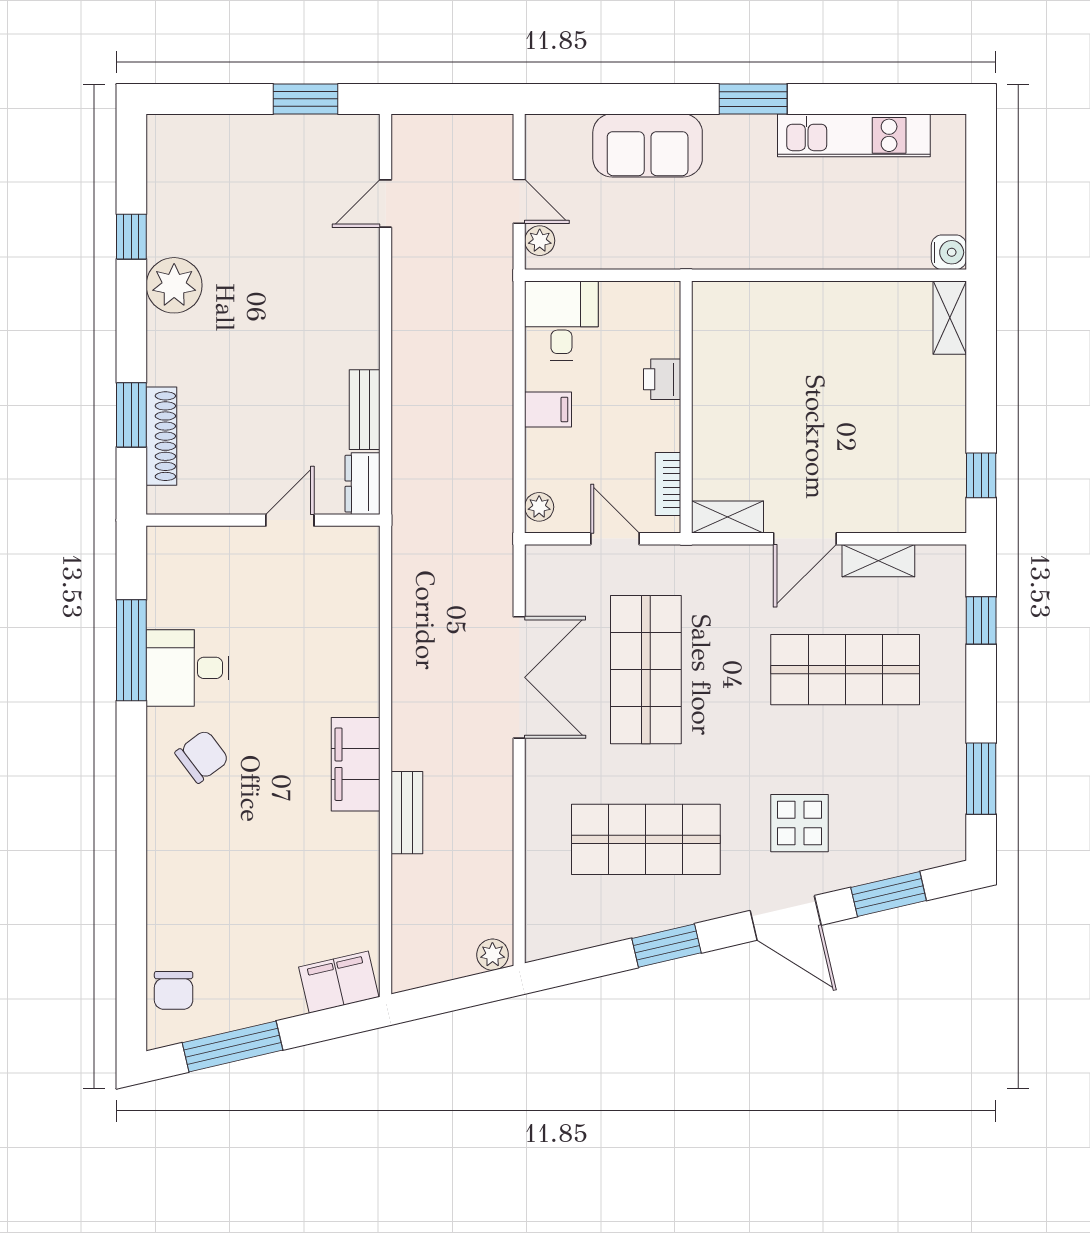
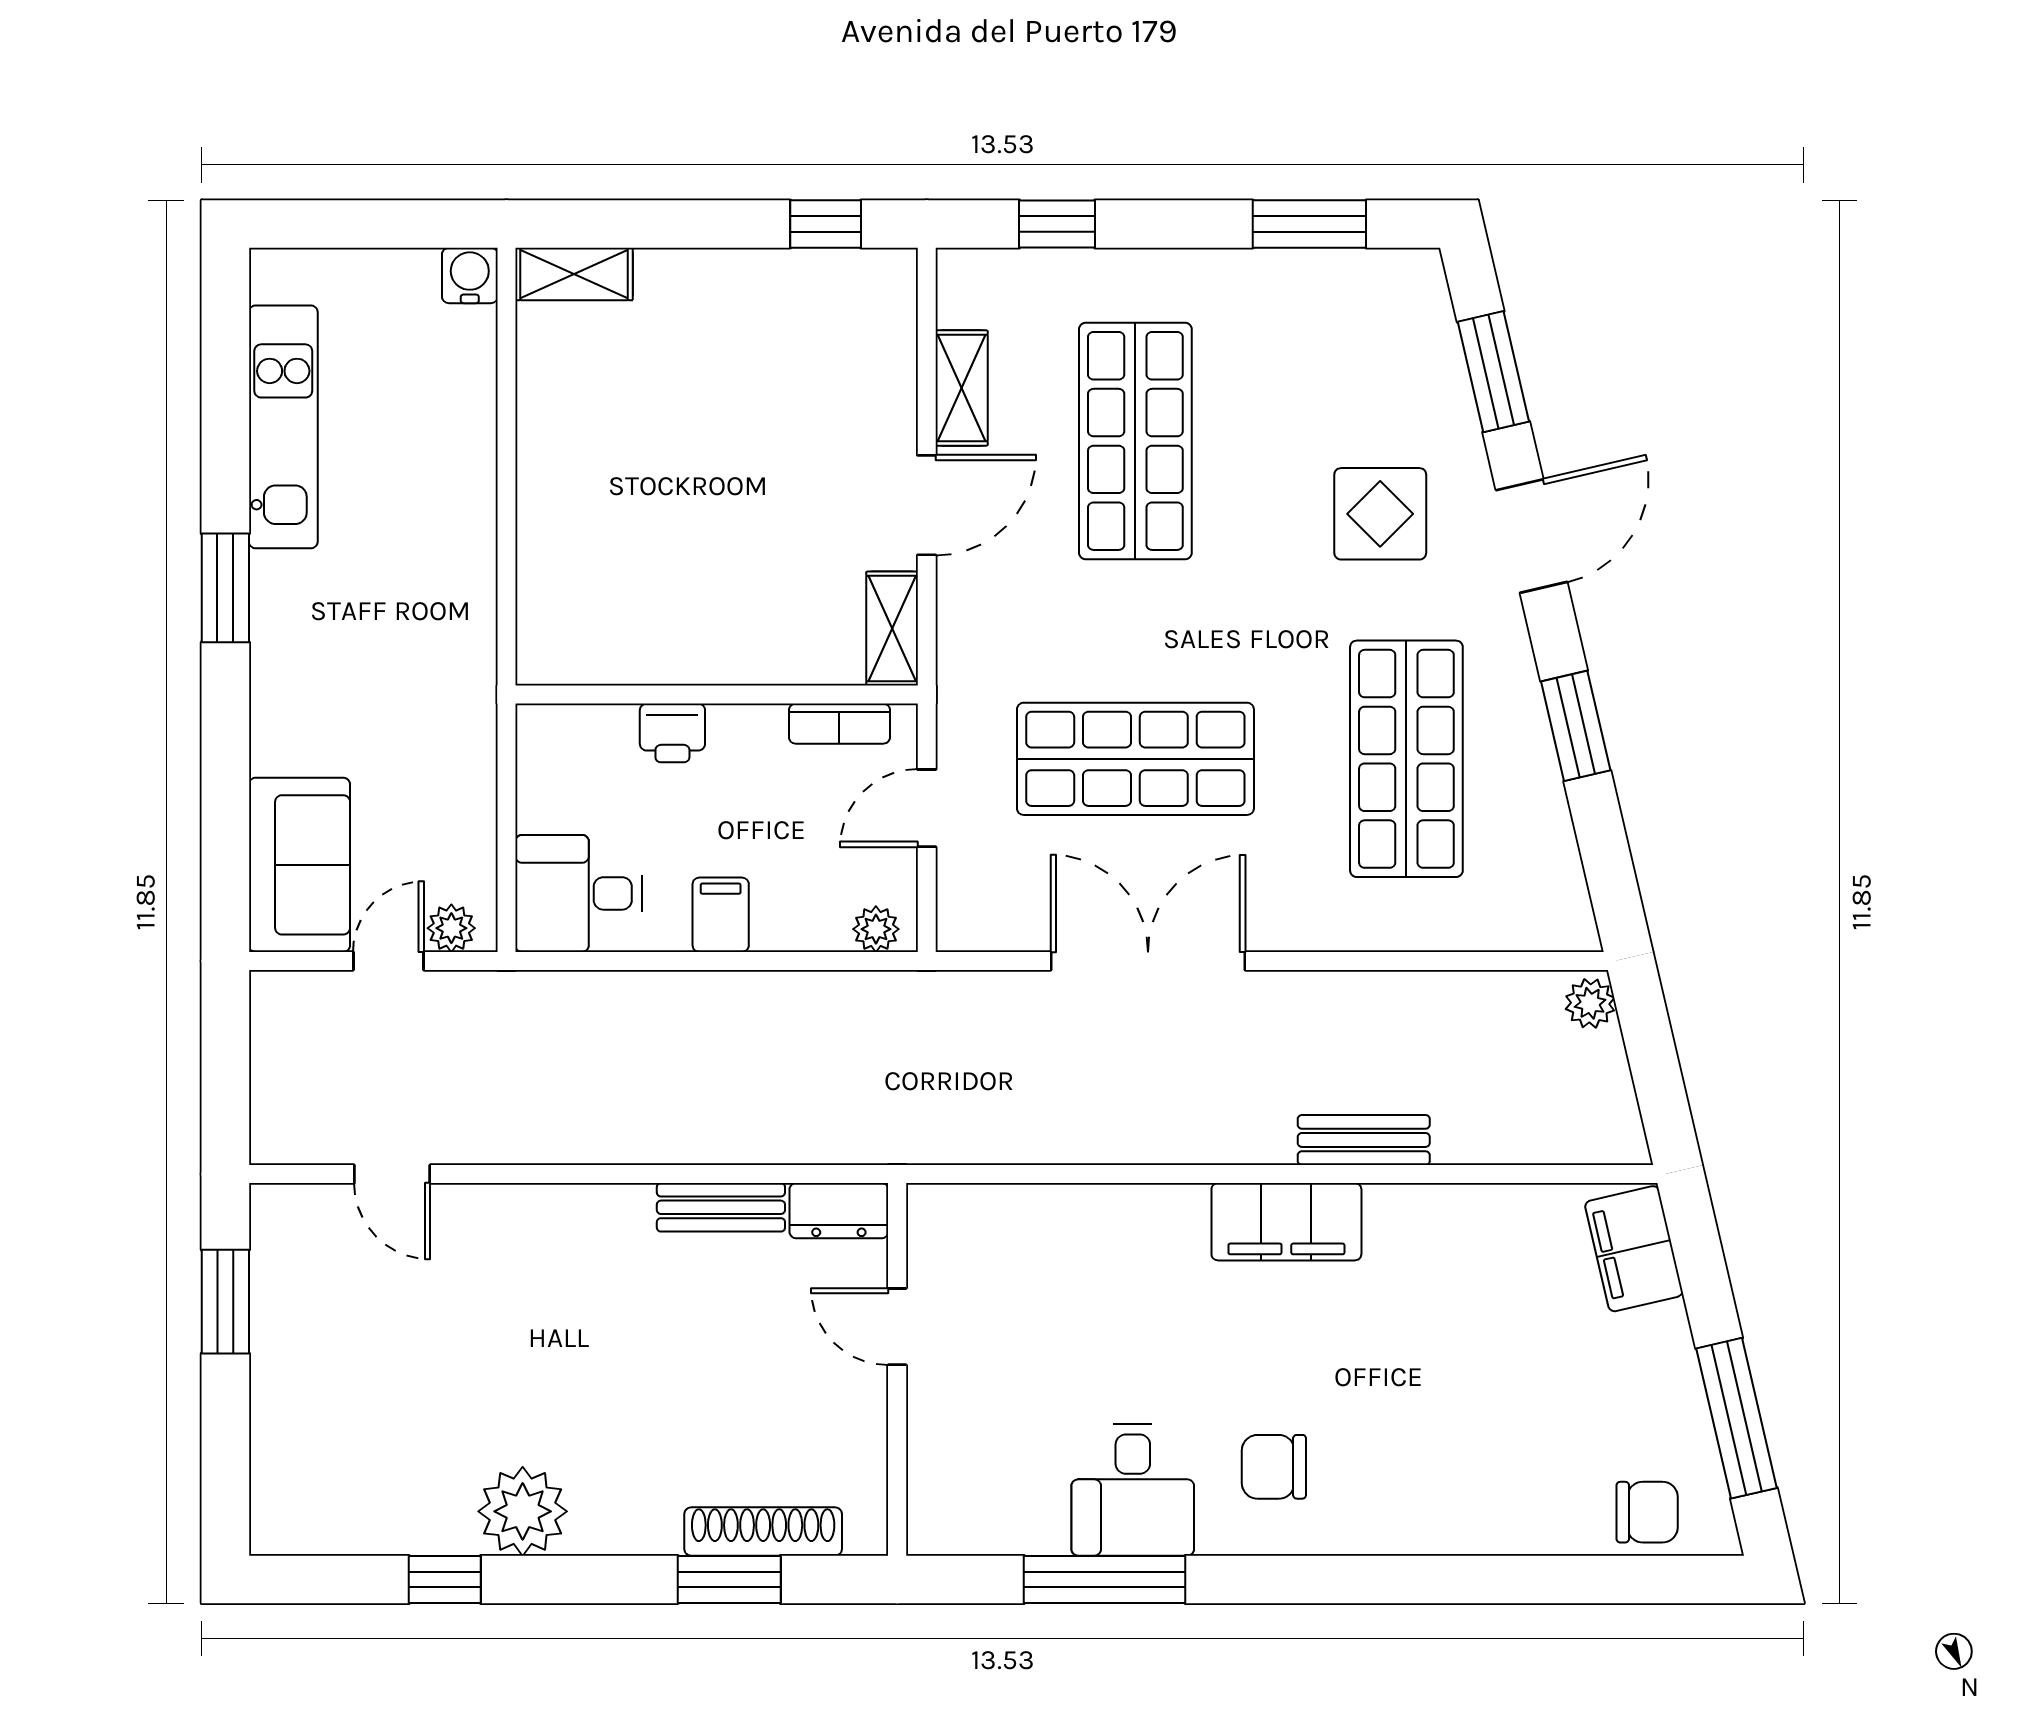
sofa: (648, 145) -> (299, 865), moved
door: (805, 539) -> (927, 505), hinge flipped
chair: (202, 756) -> (1274, 1467), turned -53

